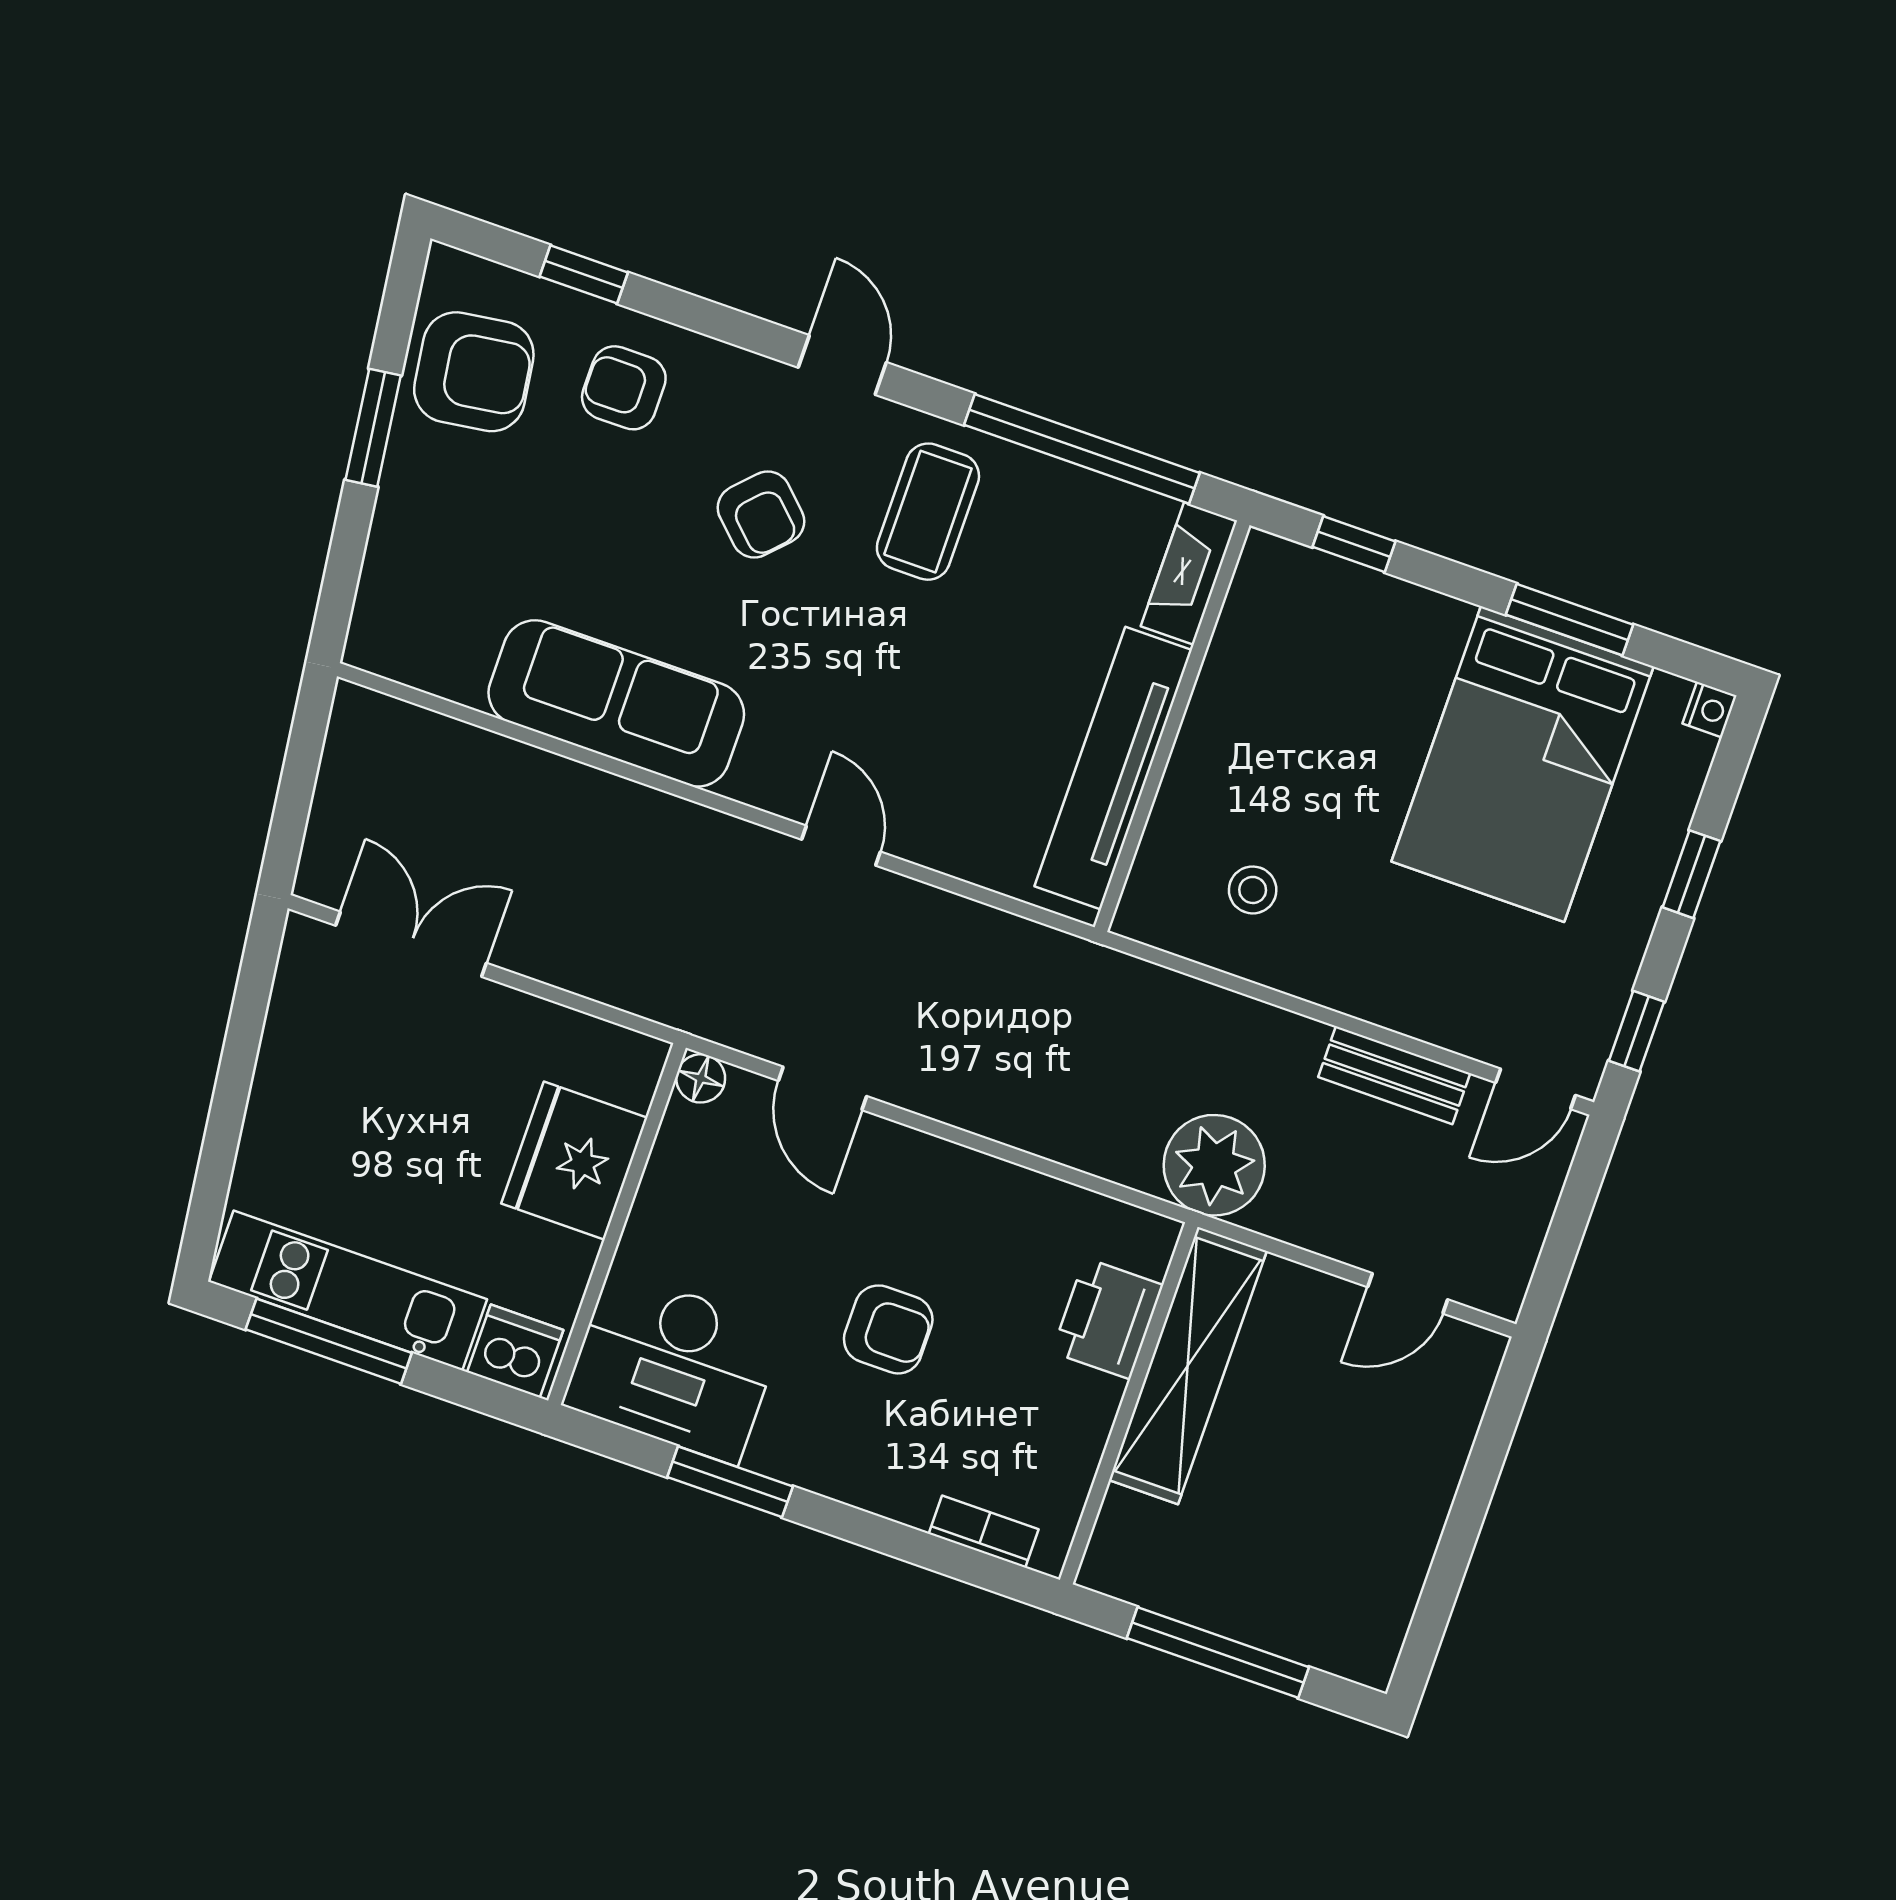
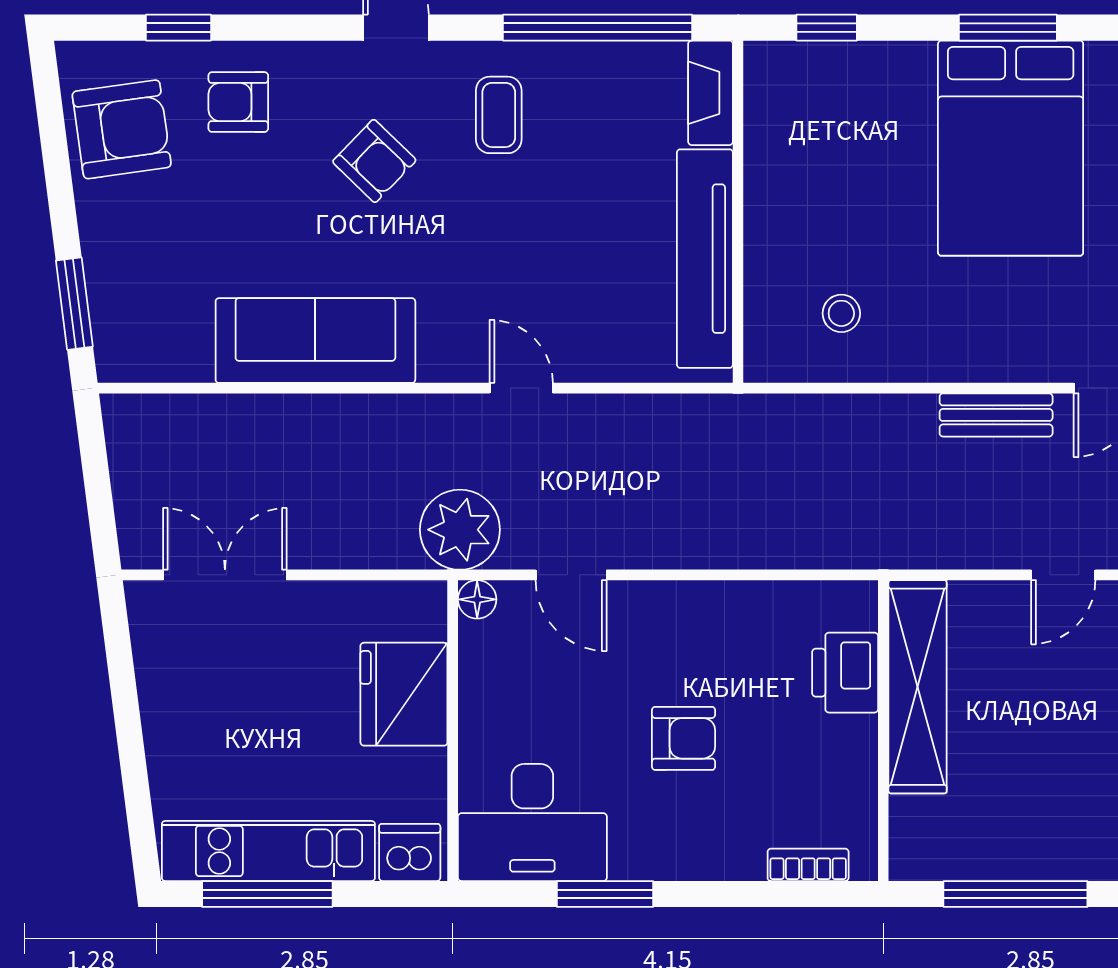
window: (373, 428) -> (74, 304), moved
coffee table: (928, 512) -> (499, 115), width x0.73, depth x0.77
plant: (1214, 1165) -> (460, 530), moved

